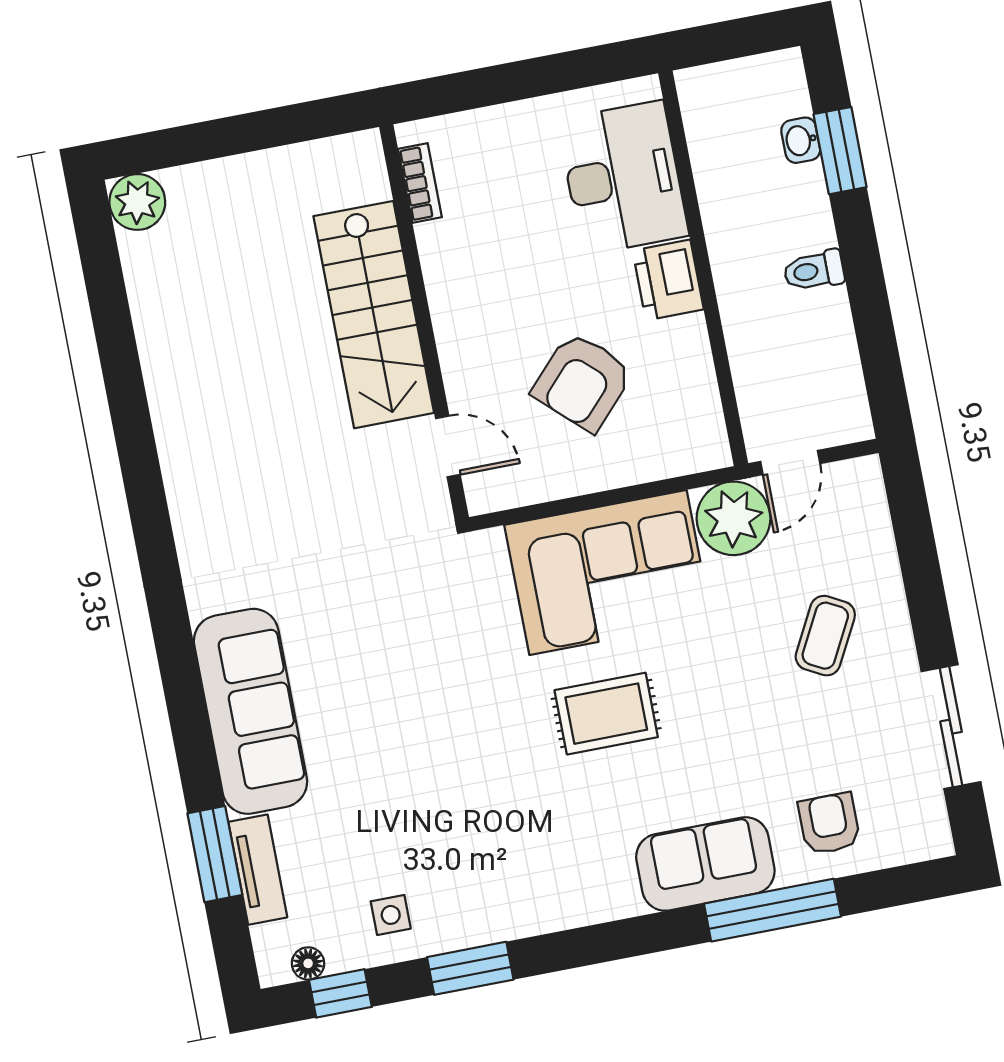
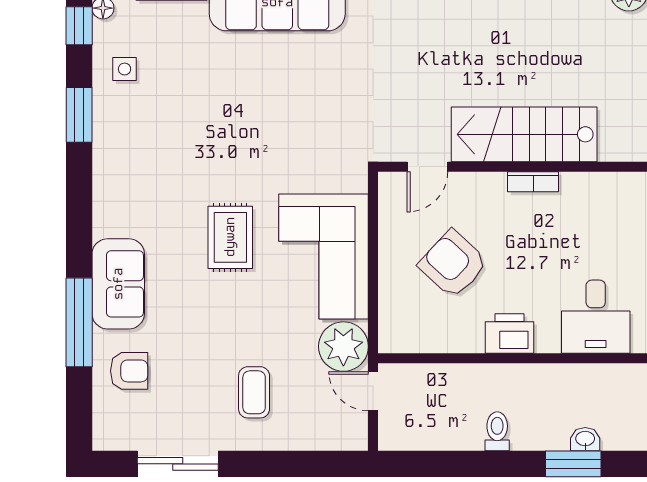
desk: (623, 178) -> (596, 317), width x0.73
bookcase: (420, 183) -> (533, 182), moved
coffee table: (825, 636) -> (254, 392), turned 62

